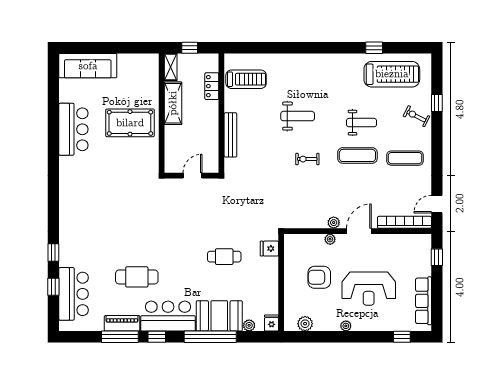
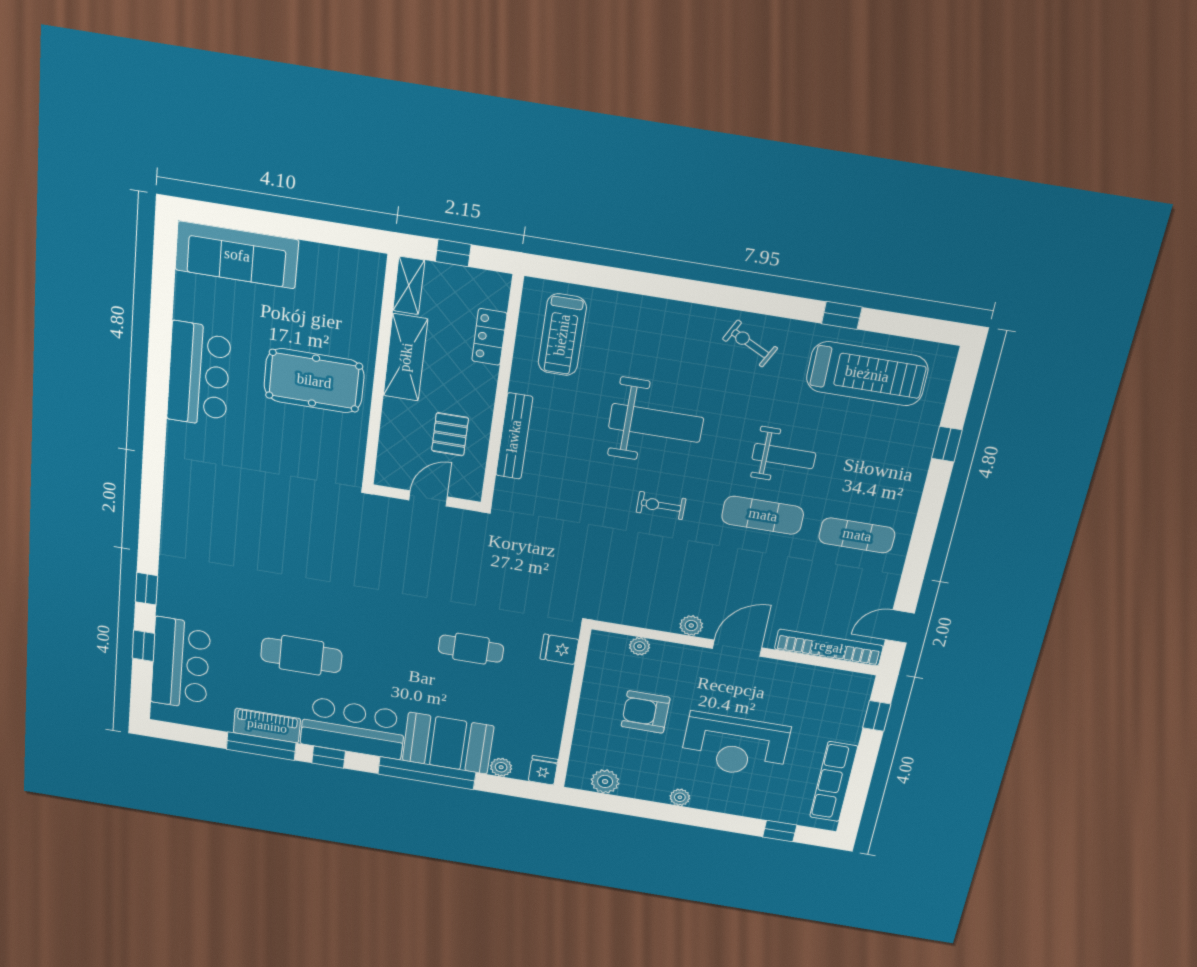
treadmill: (246, 79) -> (562, 335), turned 90
weight bench: (298, 116) -> (656, 423), width x1.36, depth x1.33
exercise bike: (416, 116) -> (750, 344), moved
pallet: (199, 139) -> (450, 434), added
plant: (330, 239) -> (640, 646), moved

